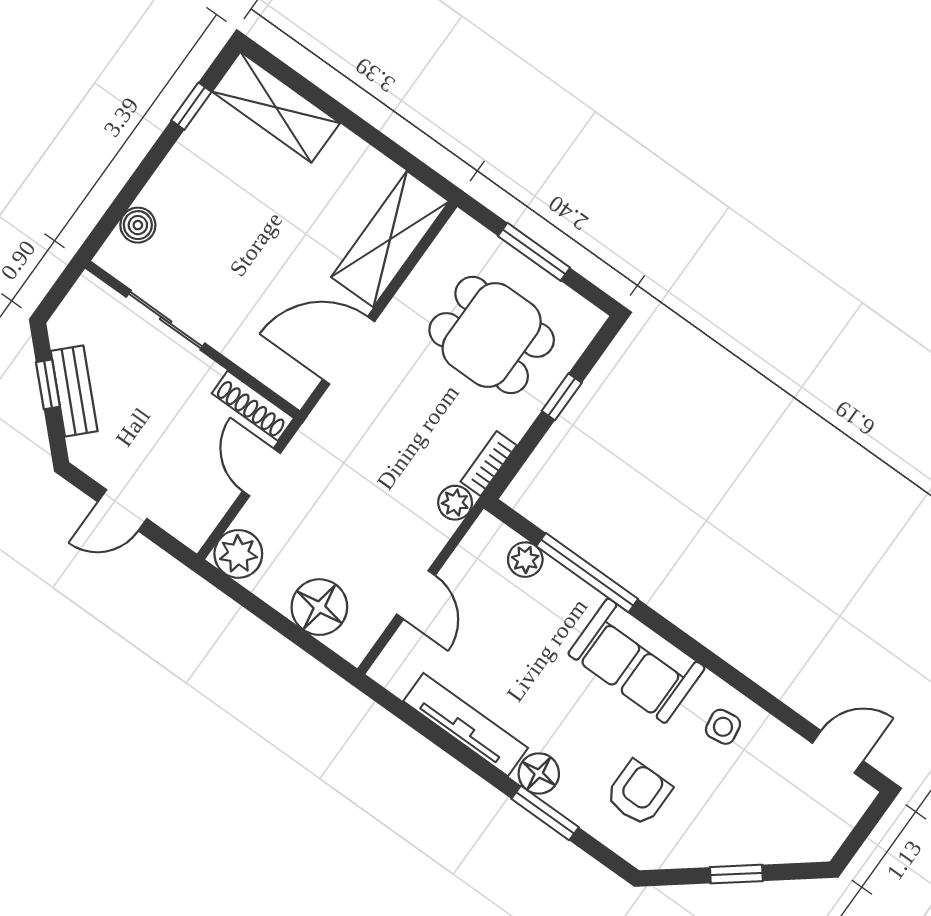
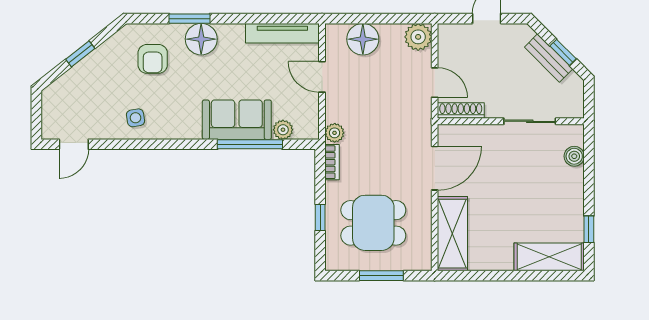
sofa: (636, 661) -> (237, 120), moved
tv unit: (466, 725) -> (282, 33), moved
floor lamp: (539, 774) -> (201, 39), width x1.38, depth x1.38

